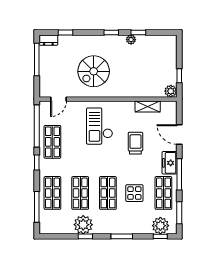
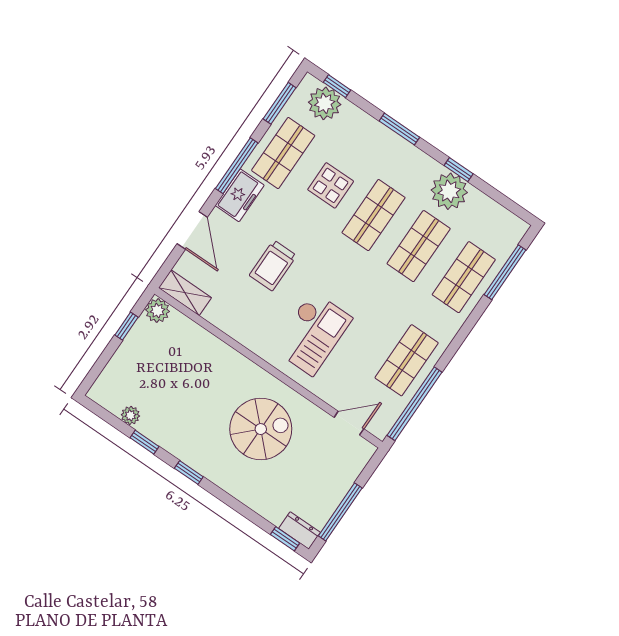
window: (66, 32) -> (285, 539), moved
plant: (131, 40) -> (130, 415), moved
shelving: (148, 106) -> (185, 293), moved
window: (37, 162) -> (455, 345), removed

